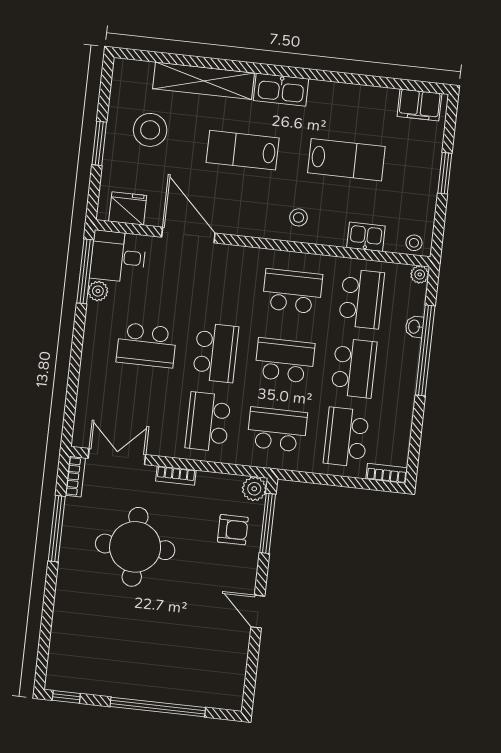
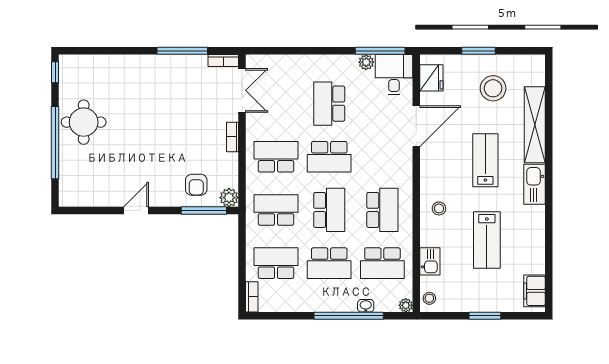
school desk: (277, 429) -> (276, 210), turned -90
round table: (135, 547) -> (84, 122), moved, width x0.73, depth x0.73

